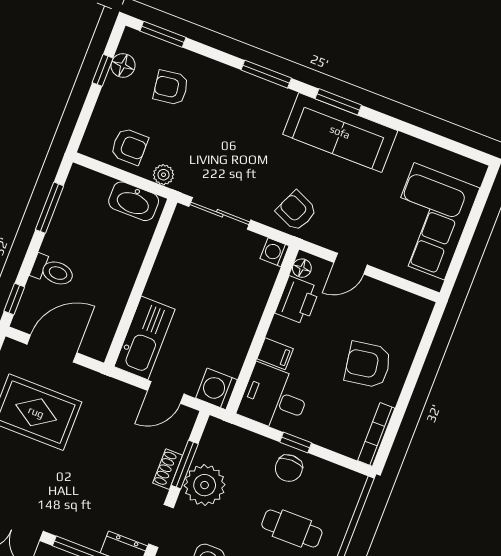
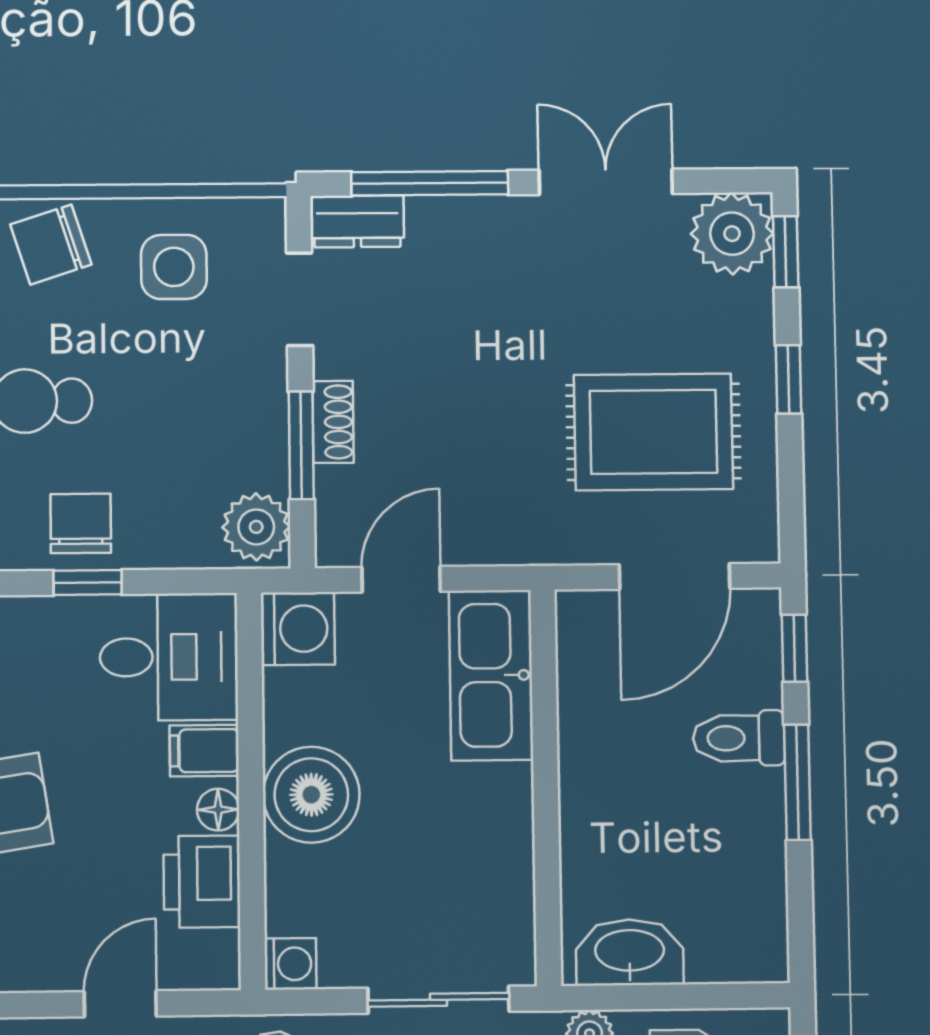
window: (50, 208) -> (797, 782), moved
floor lamp: (302, 268) -> (218, 810), moved
boiler: (238, 318) -> (311, 795), added
plant: (205, 485) -> (256, 527), moved, width x0.73, depth x0.73

